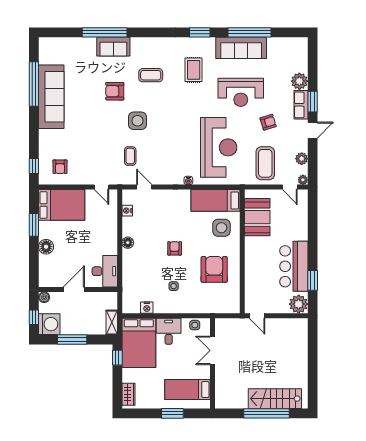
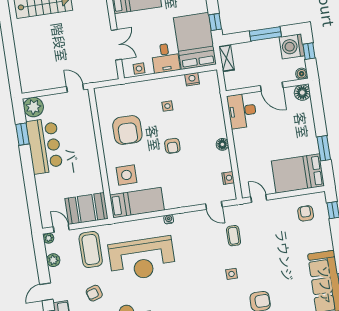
side table: (137, 121) -> (232, 274), width x0.54, depth x0.54
reception desk: (219, 147) -> (142, 259), turned -90
booth: (257, 217) -> (86, 209), moved, turned 90
floor lamp: (46, 247) -> (302, 93), moved
door: (74, 289) -> (272, 87), hinge flipped

